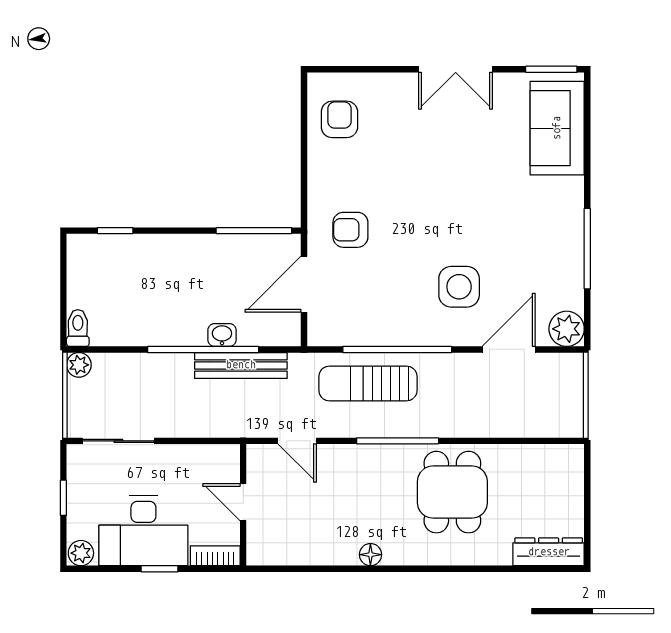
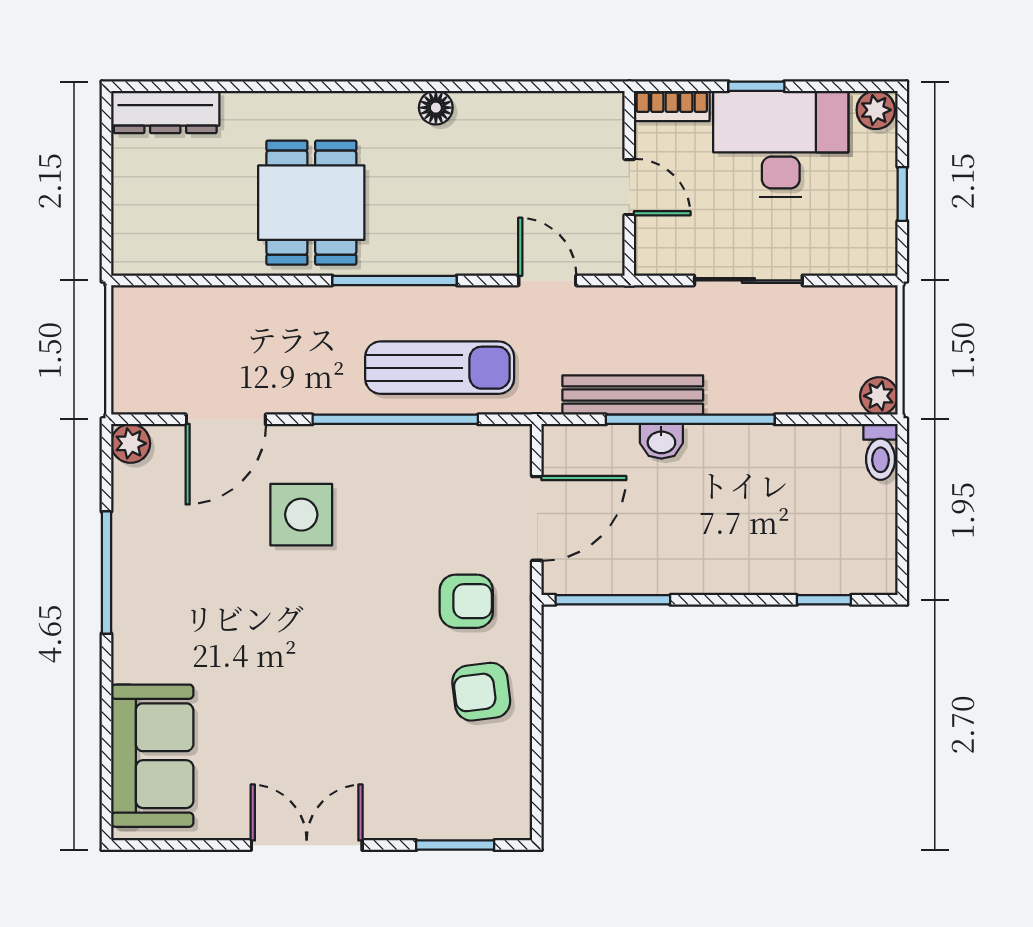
window: (551, 69) -> (455, 845), moved
armchair: (339, 119) -> (481, 692), moved, turned 83
plant: (567, 329) -> (131, 443), width x0.73, depth x0.73
sliding door: (118, 441) -> (748, 280), moved

